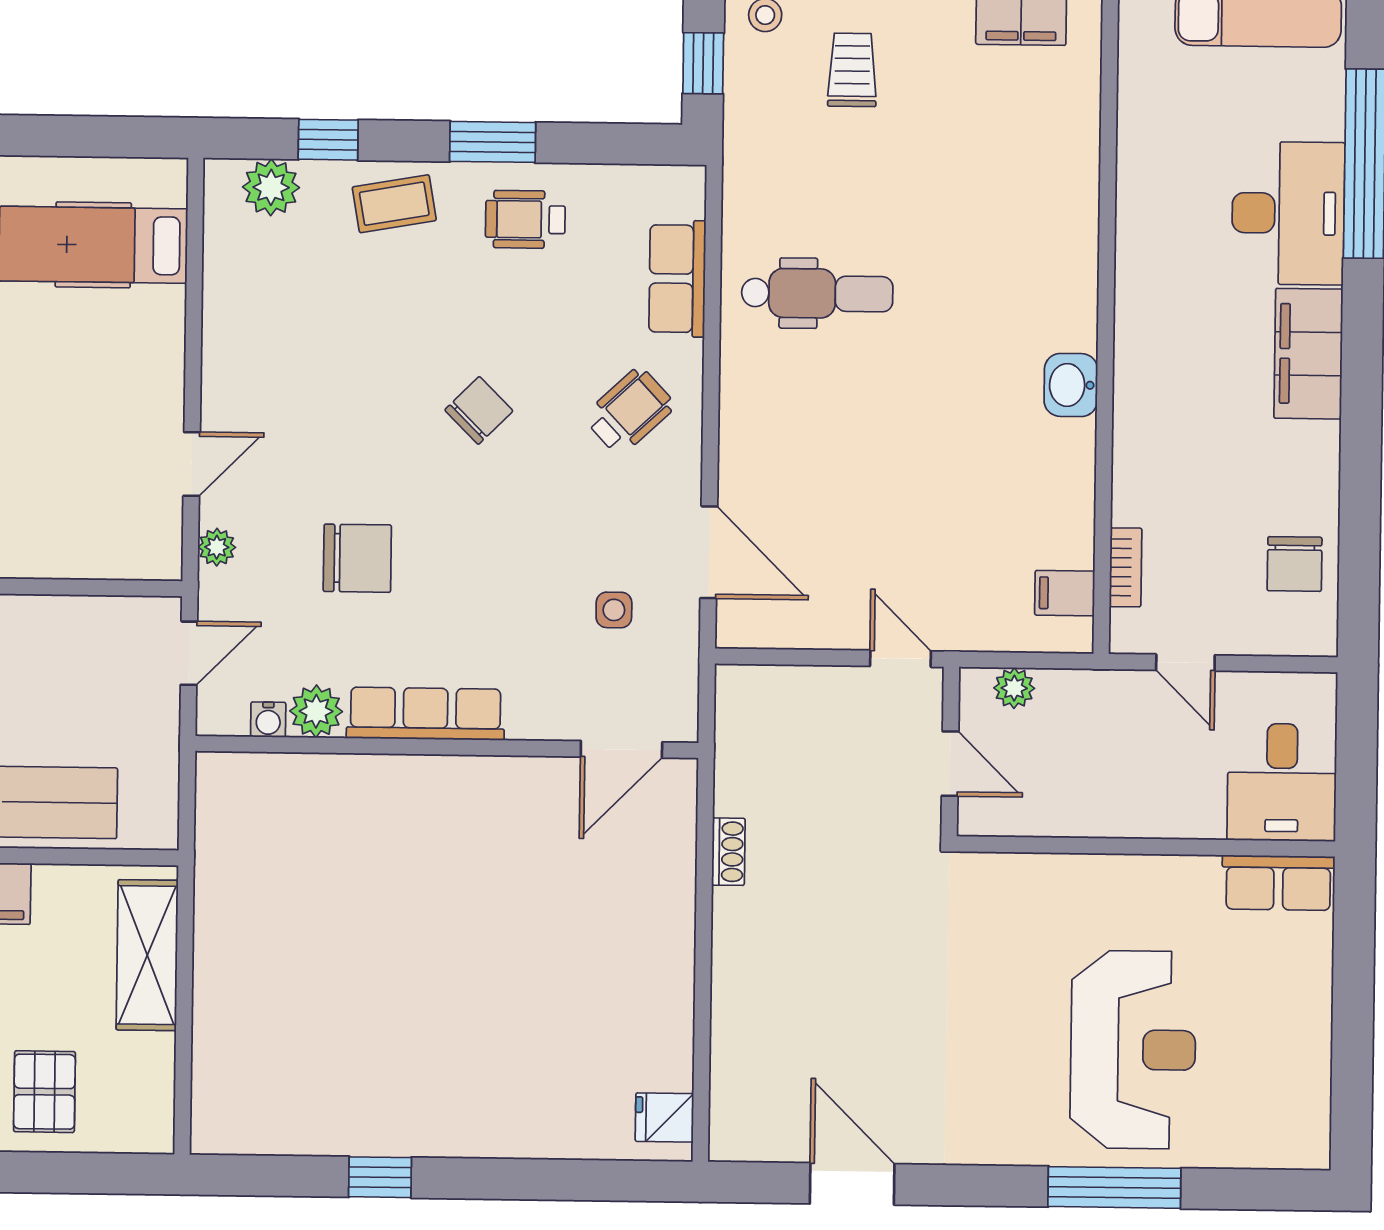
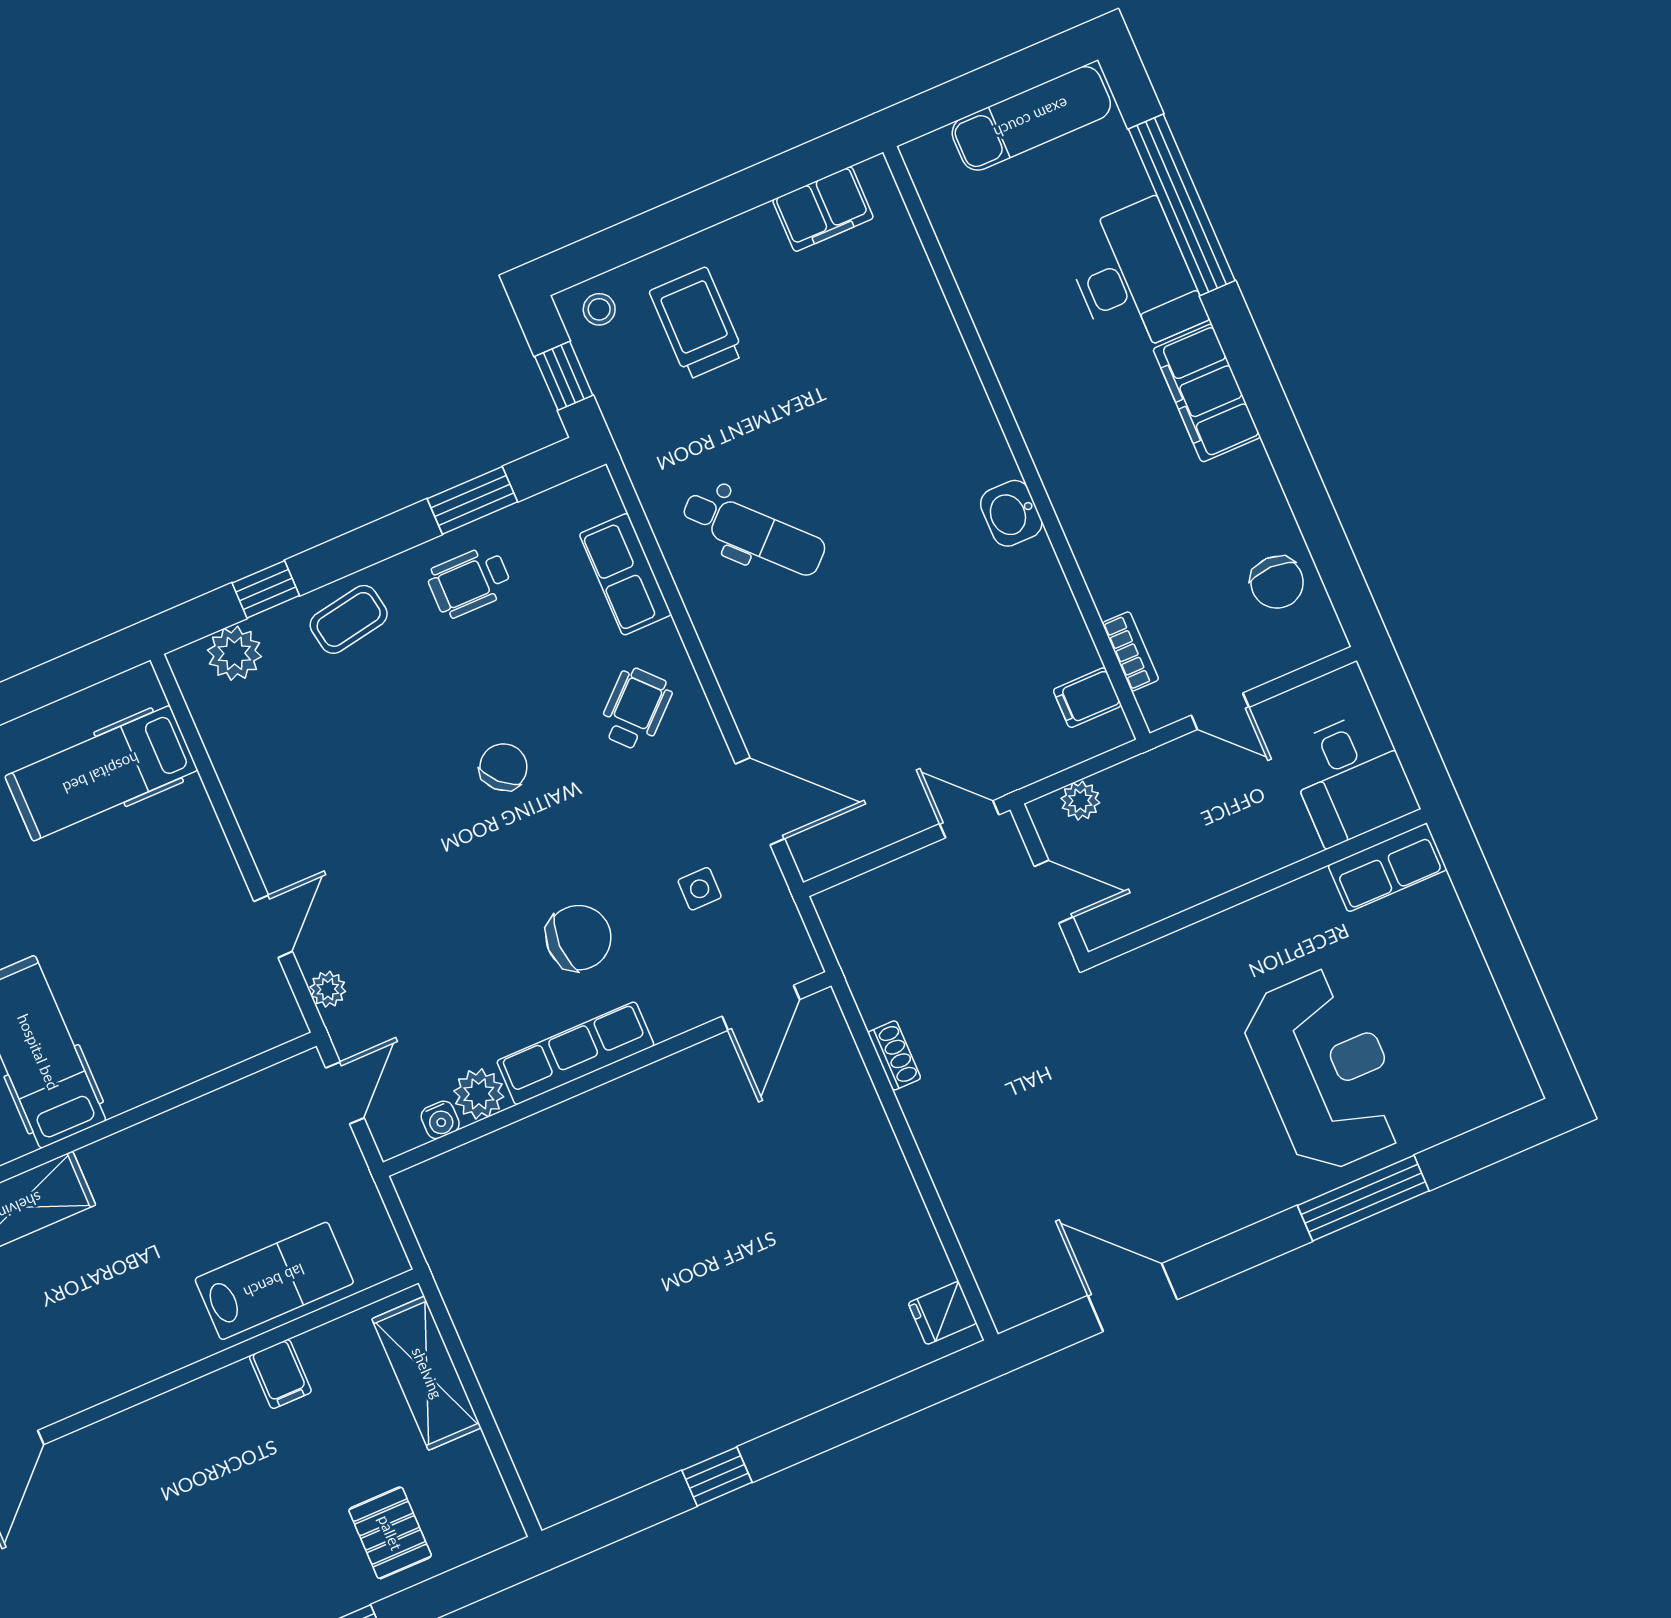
trolley: (852, 70) -> (697, 323), width x1.36, depth x1.39
window: (493, 142) -> (472, 500), moved
dental chair: (817, 293) -> (754, 532), turned 46
chair: (357, 558) -> (578, 938), moved

